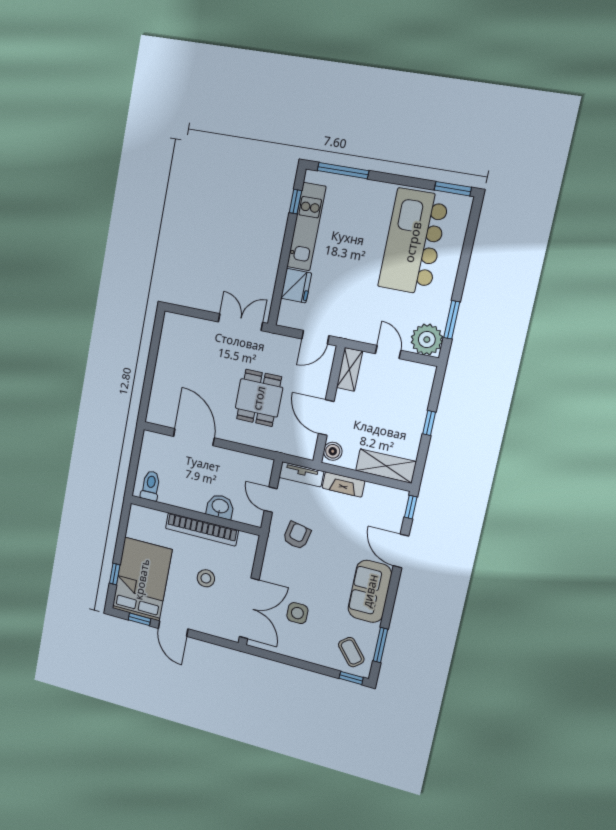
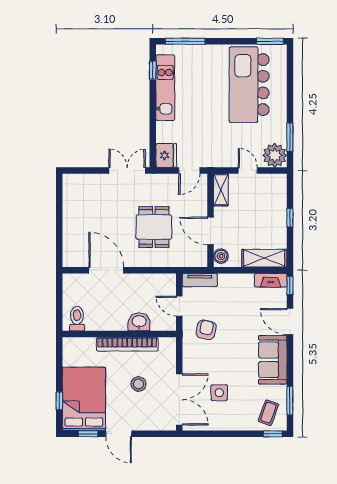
fridge: (296, 286) -> (166, 155), moved
fireplace: (343, 484) -> (271, 280), moved
coffee table: (351, 652) -> (268, 413), turned 60

